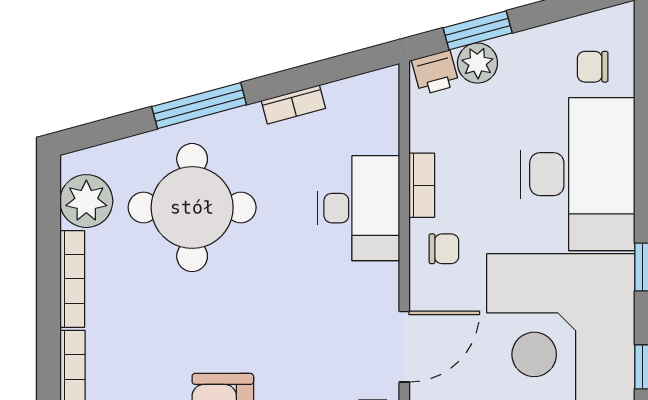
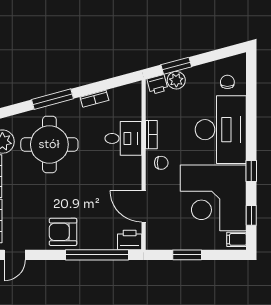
chair: (593, 67) -> (227, 82), turned 90
desk: (359, 208) -> (123, 138), width x0.73
door: (404, 347) -> (144, 206), swing flipped

